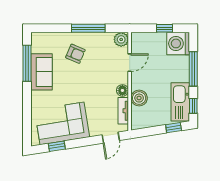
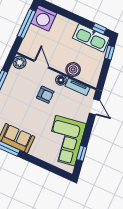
window: (164, 28) -> (26, 24), width x2.17
armchair: (75, 54) -> (45, 95), moved, turned 67
window: (193, 69) -> (70, 15), removed

